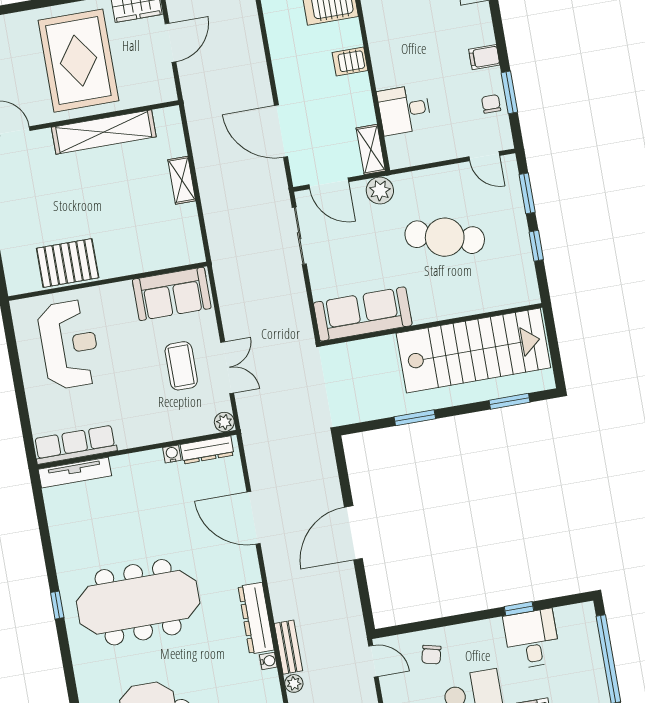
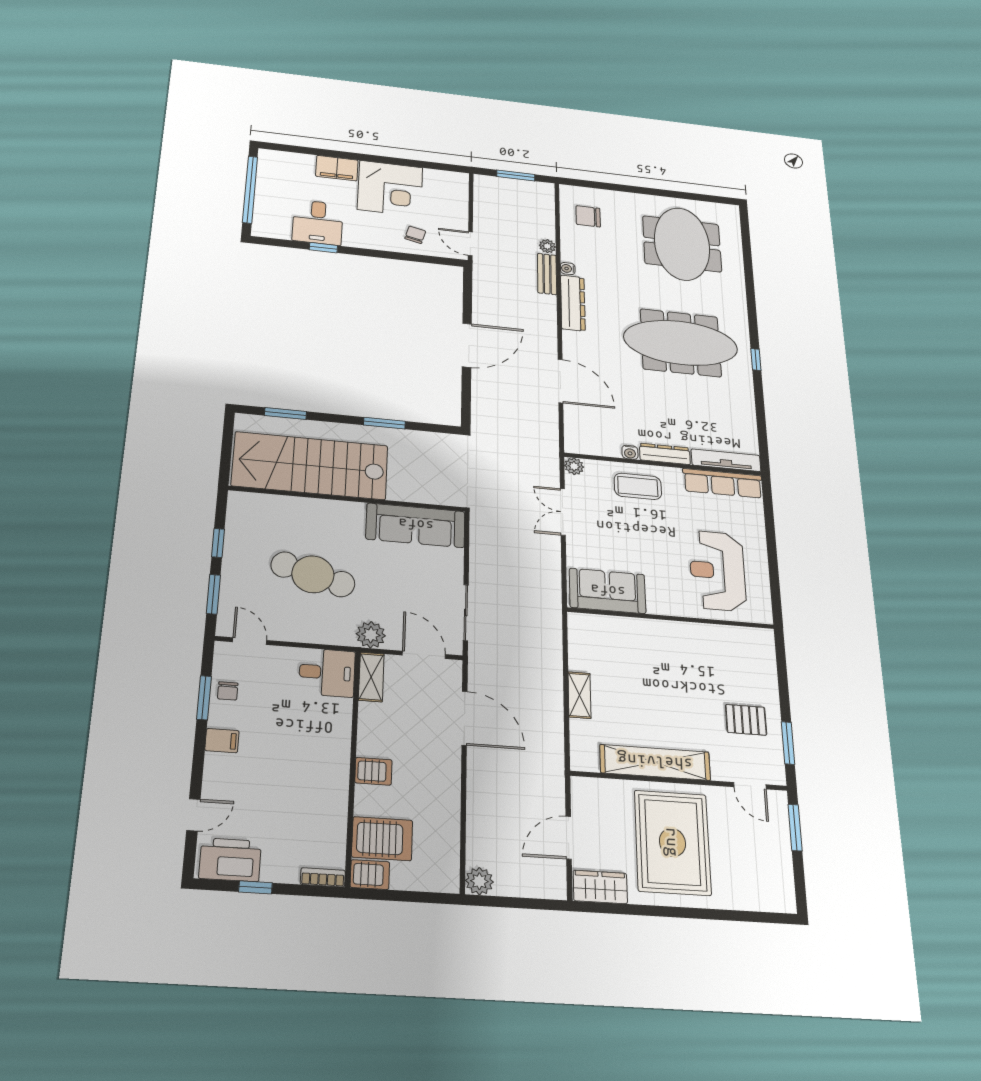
desk: (404, 110) -> (327, 672), moved
pallet: (68, 263) -> (746, 720), moved, width x0.67, depth x0.71
coffee table: (181, 366) -> (638, 486), moved, turned 90
dresser: (207, 450) -> (665, 454), moved

